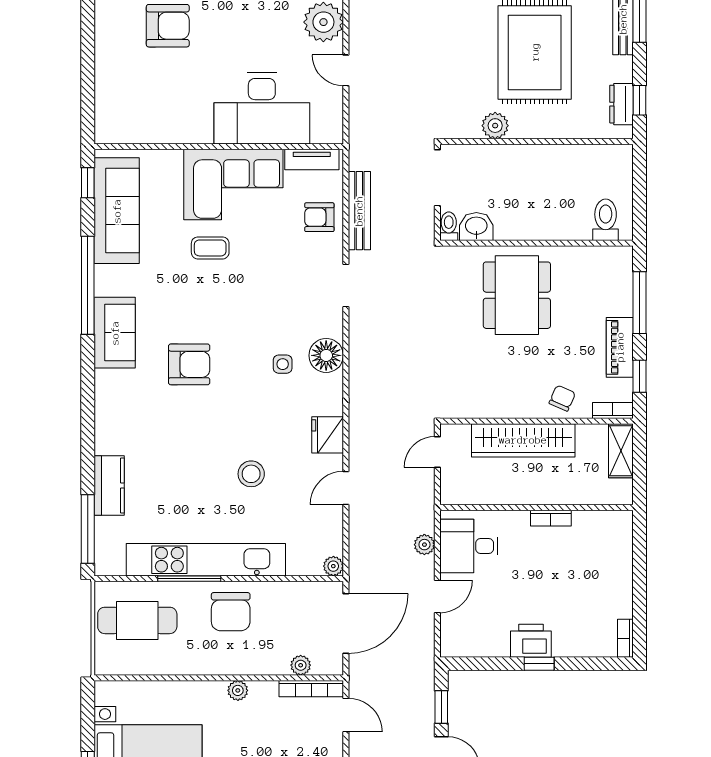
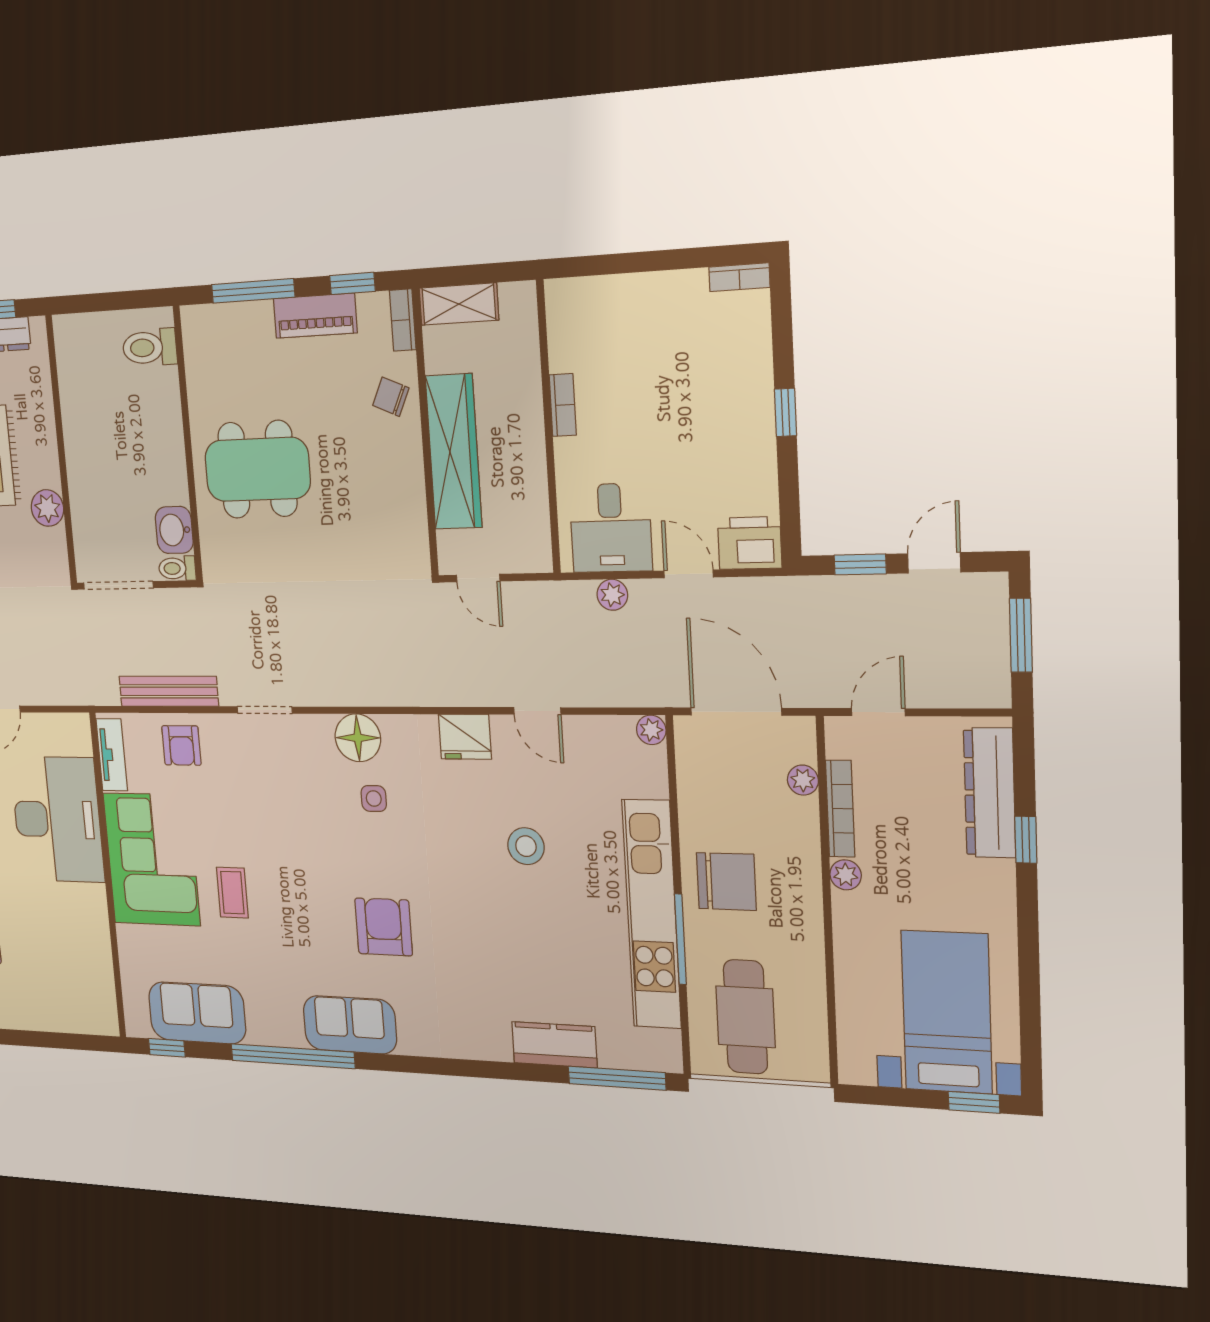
sofa: (117, 211) -> (197, 1013), width x0.73
printer: (531, 641) -> (750, 543), moved, turned 90
bookcase: (311, 689) -> (840, 809), moved

